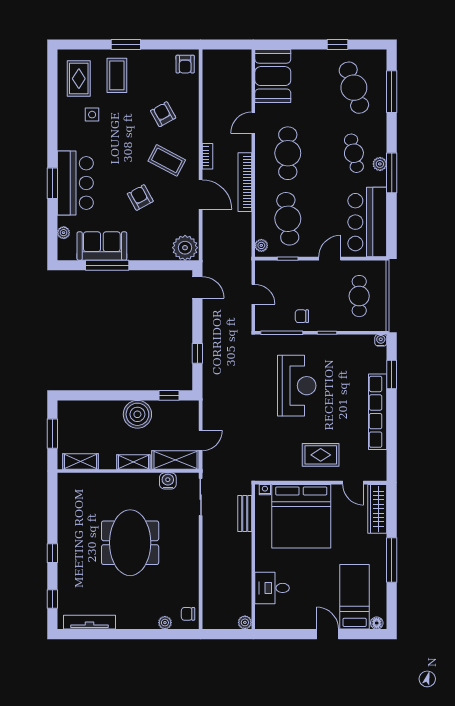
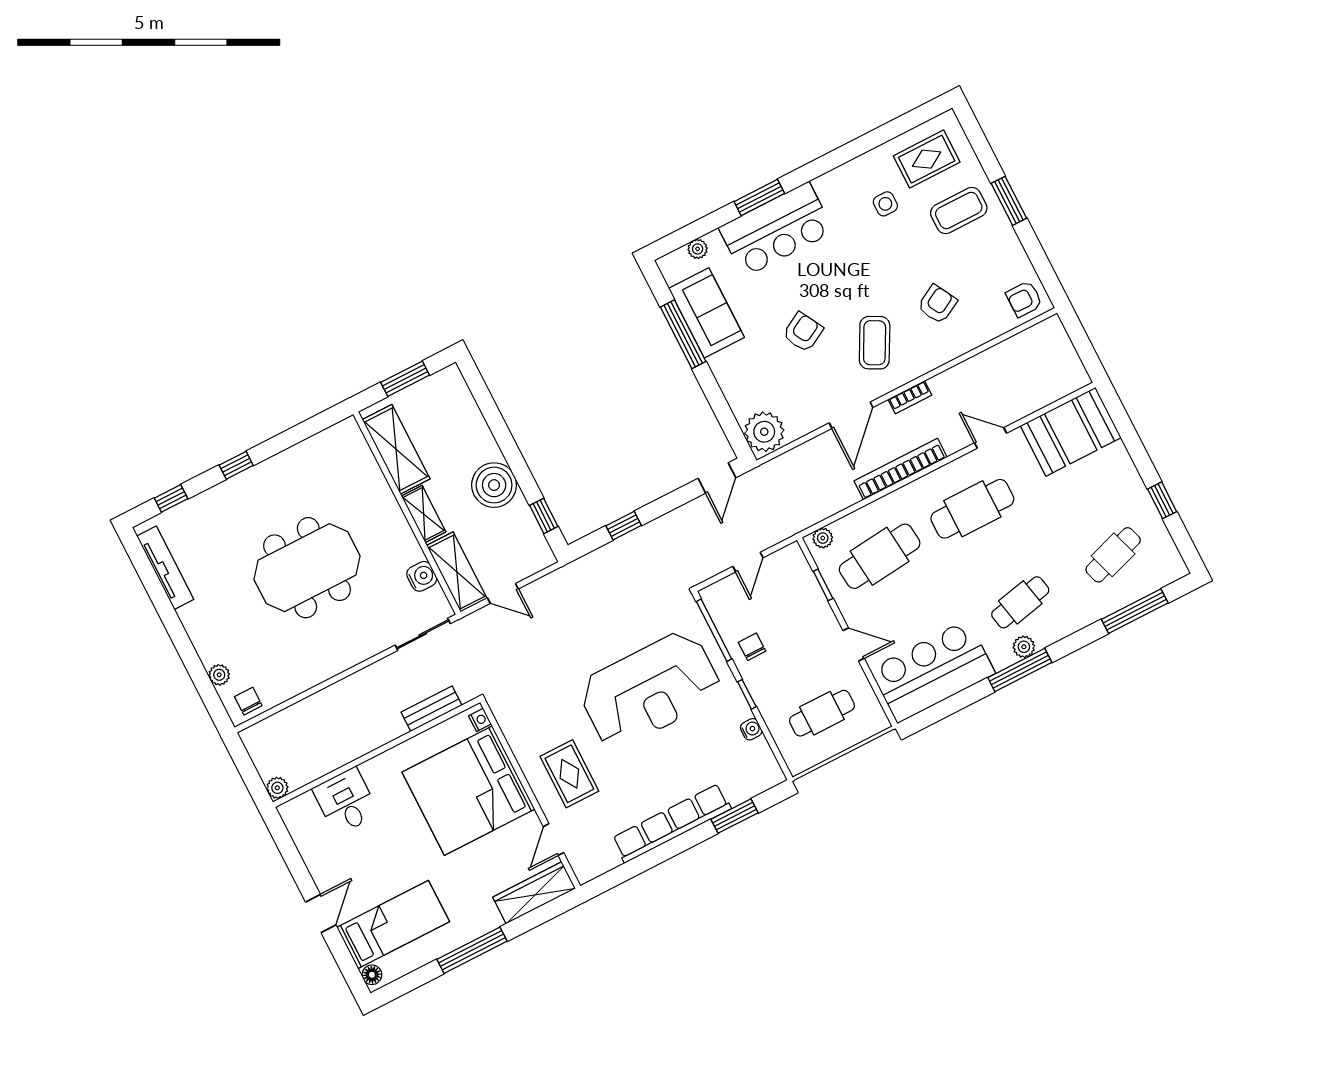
cafe table: (354, 88) -> (1113, 555), width x0.73, depth x0.74
water cooler: (381, 340) -> (751, 729), moved
reception desk: (297, 386) -> (650, 690), width x1.36, depth x1.30
shelving: (81, 462) -> (396, 449), width x1.50, depth x1.33

